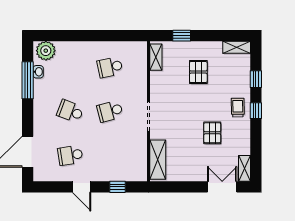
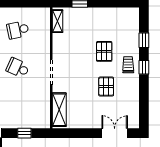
shelving: (237, 47) -> (127, 13), removed
pallet: (198, 72) -> (104, 51), moved
school desk: (110, 111) -> (18, 68), turned 39
shelving: (245, 168) -> (134, 117), removed

